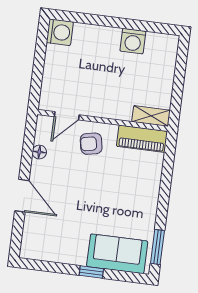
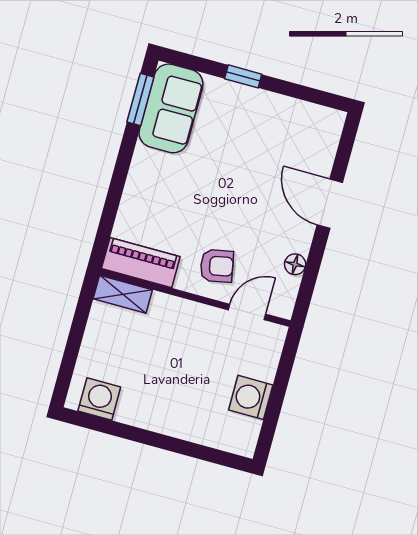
washing machine: (60, 32) -> (251, 397), moved
washing machine: (133, 41) -> (99, 399), moved
sofa: (117, 254) -> (171, 108), moved, turned -90

